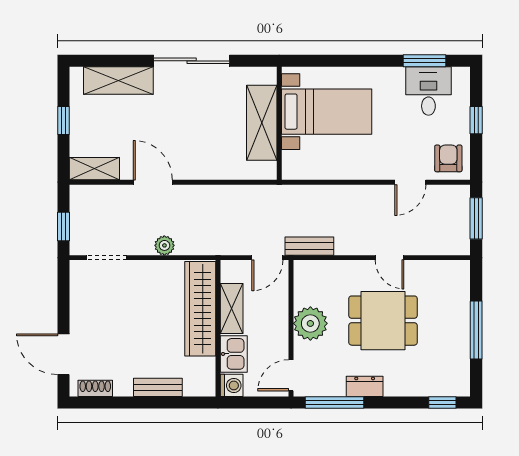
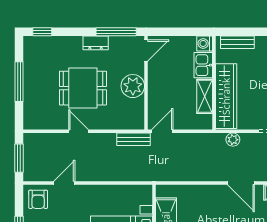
wardrobe: (200, 309) -> (226, 96), moved
shelving: (232, 309) -> (205, 96), moved
wall: (218, 328) -> (214, 83), moved
kitchen sink: (234, 354) -> (203, 65), moved
washing machine: (232, 385) -> (205, 43), moved

